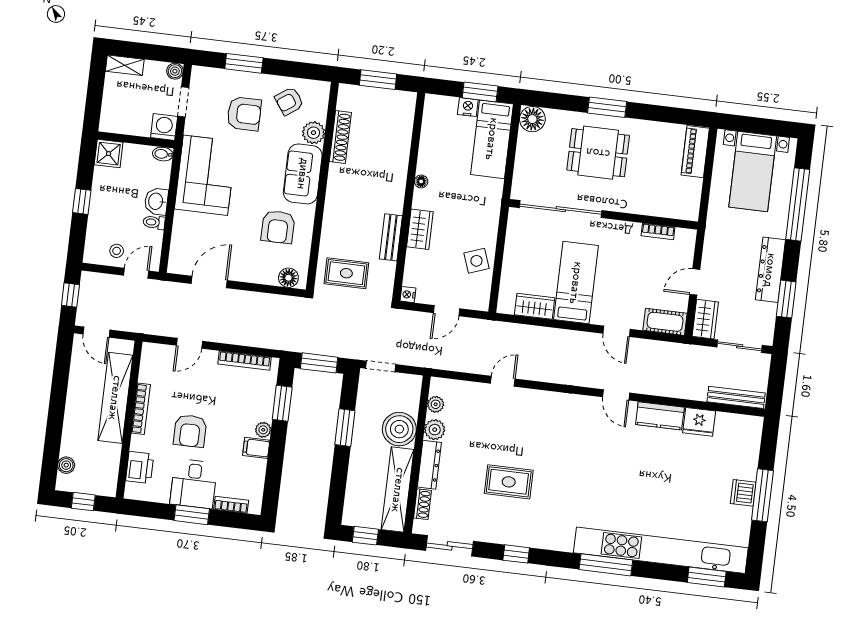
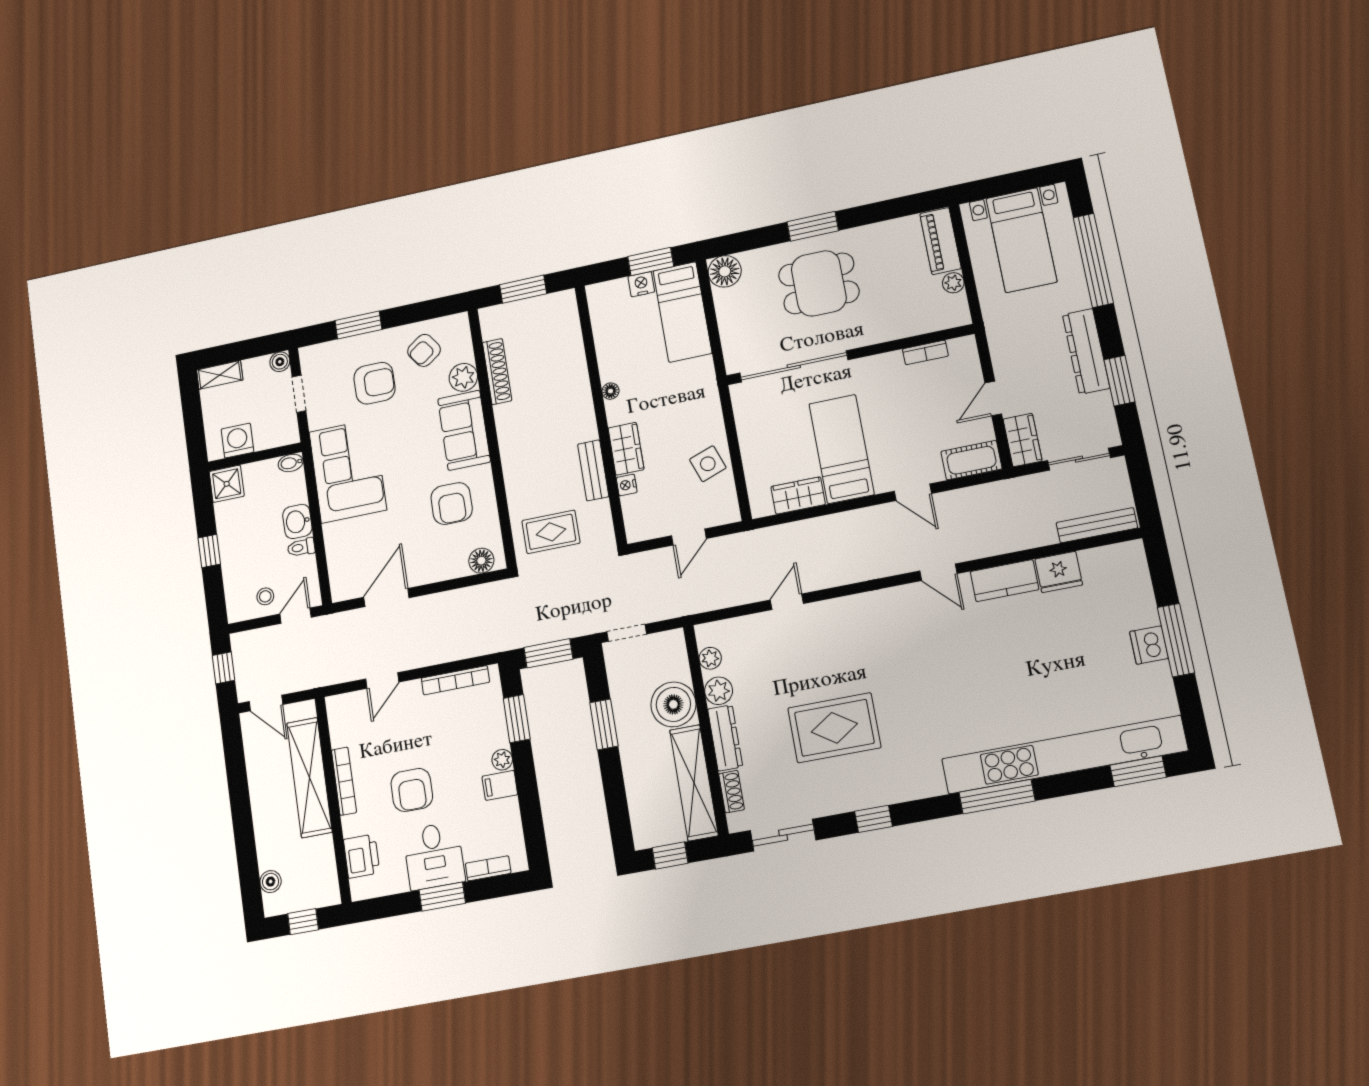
washing machine: (164, 127) -> (237, 441), moved
plant: (694, 186) -> (953, 283), added
nightstand: (408, 295) -> (627, 485), moved
rug: (509, 482) -> (834, 728), width x1.36, depth x1.43

